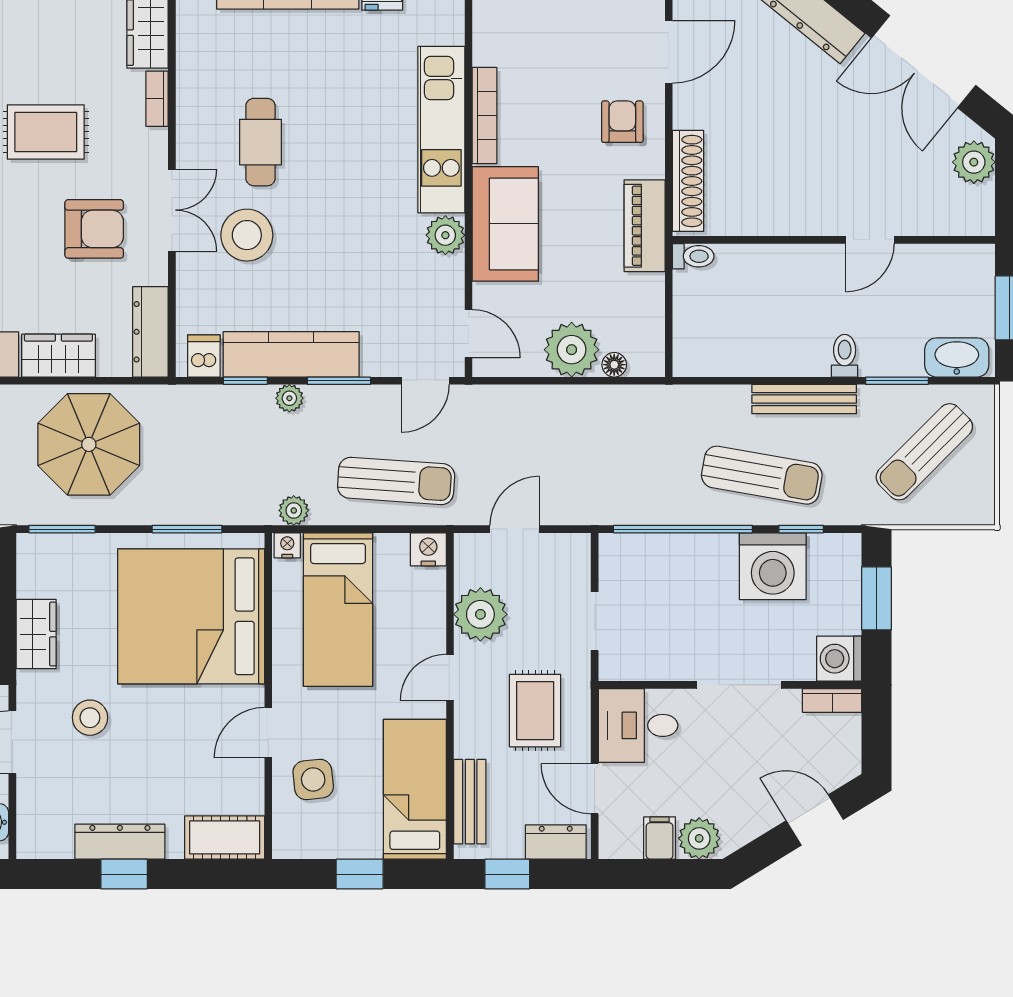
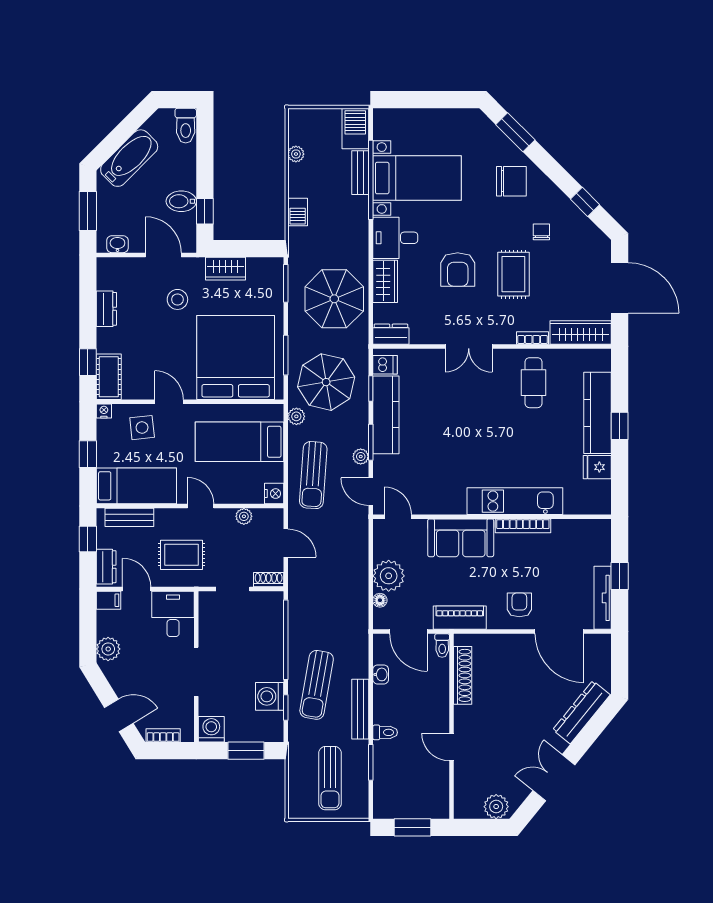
door: (669, 52) -> (559, 632), width x1.36
double door: (924, 62) -> (554, 778), width x0.73
armchair: (622, 122) -> (519, 605), turned -90
cafe table: (260, 142) -> (533, 383), moved, turned 90
shoe rack: (688, 181) -> (463, 675), moved, turned -90
armchair: (94, 229) -> (458, 270), moved
stool: (247, 235) -> (454, 389), removed
plant: (445, 235) -> (454, 503), removed
door: (669, 315) -> (408, 632), added
dresser: (150, 332) -> (391, 334), width x0.70
door: (469, 334) -> (398, 517), swing flipped
washbasin: (957, 357) -> (381, 674), moved, width x0.52, depth x0.69
plant: (289, 398) -> (361, 457), moved
sun lounger: (924, 452) -> (330, 778), turned -135
parasol: (234, 459) -> (326, 382), added
nightstand: (287, 545) -> (104, 411), moved, turned -90
shoe rack: (578, 559) -> (269, 580), added
washing machine: (773, 566) -> (270, 696), width x0.73, depth x0.73
plant: (480, 614) -> (244, 516), width x0.53, depth x0.53
bookcase: (832, 700) -> (163, 735), moved, turned 90
door: (595, 789) -> (137, 589), hinge flipped
door: (815, 820) -> (119, 715), hinge flipped
filing cabinet: (660, 838) -> (108, 600), moved
dresser: (120, 842) -> (106, 309), width x0.70
window: (124, 874) -> (88, 362), moved

